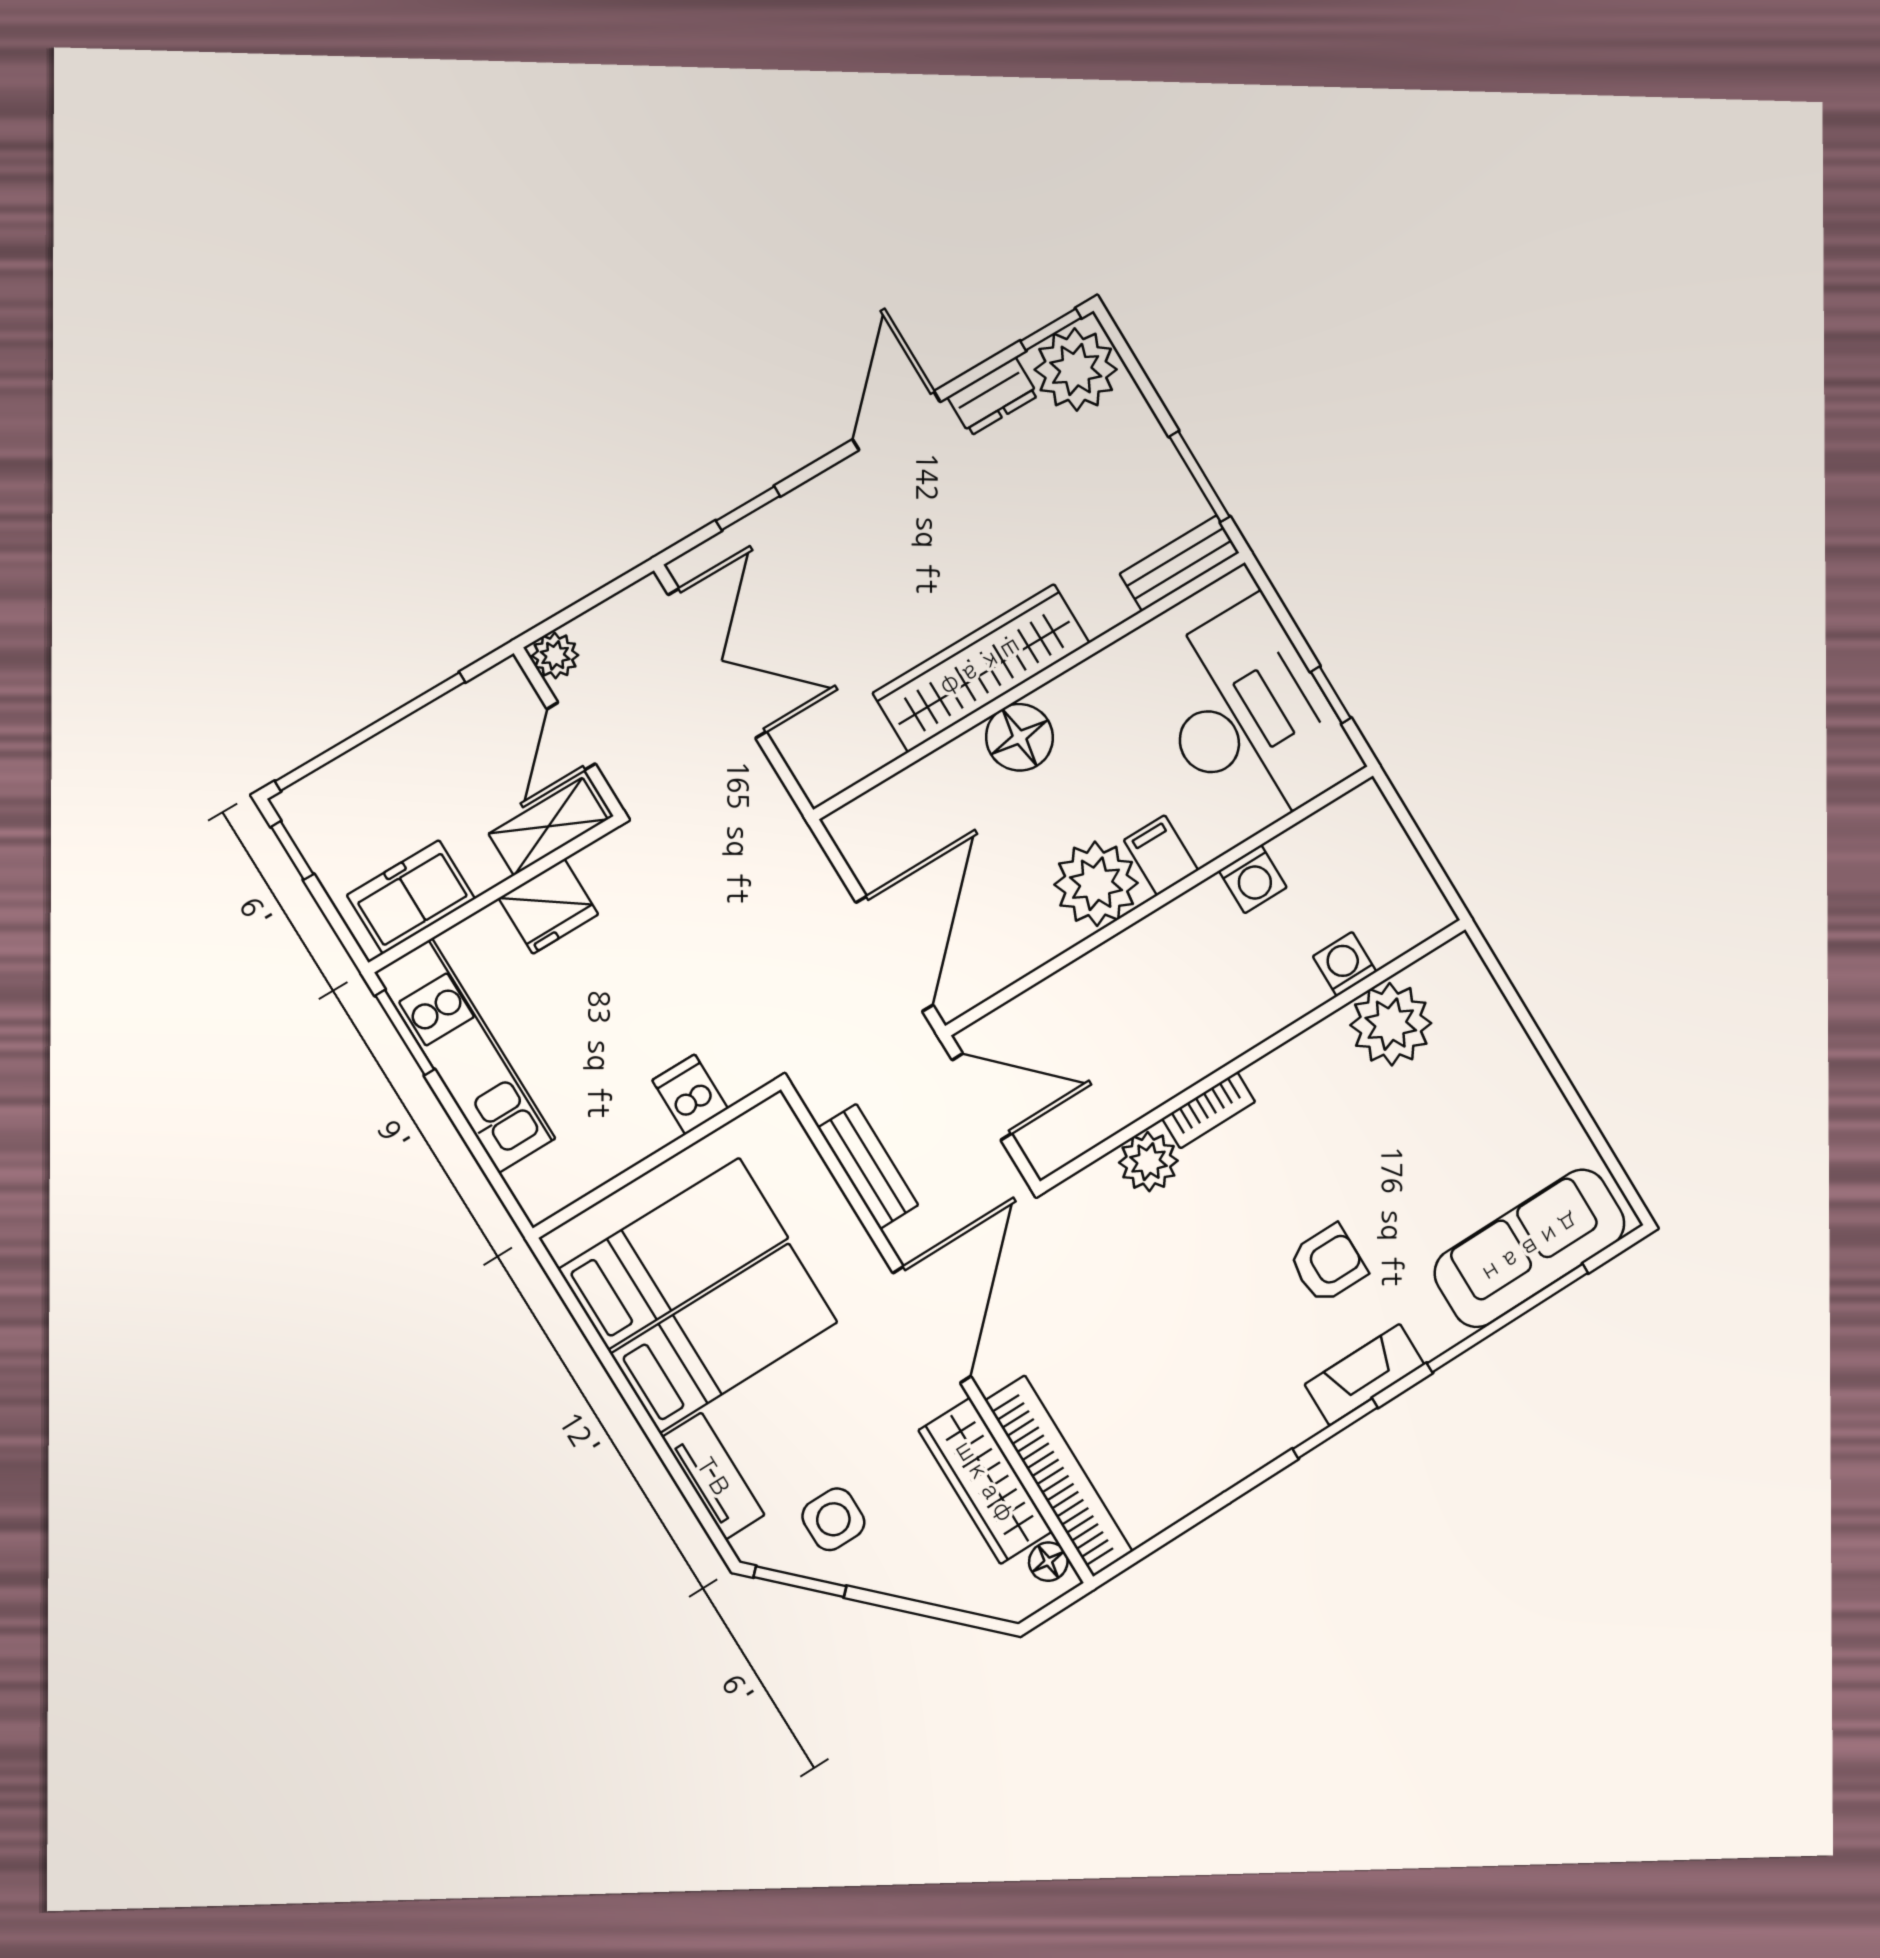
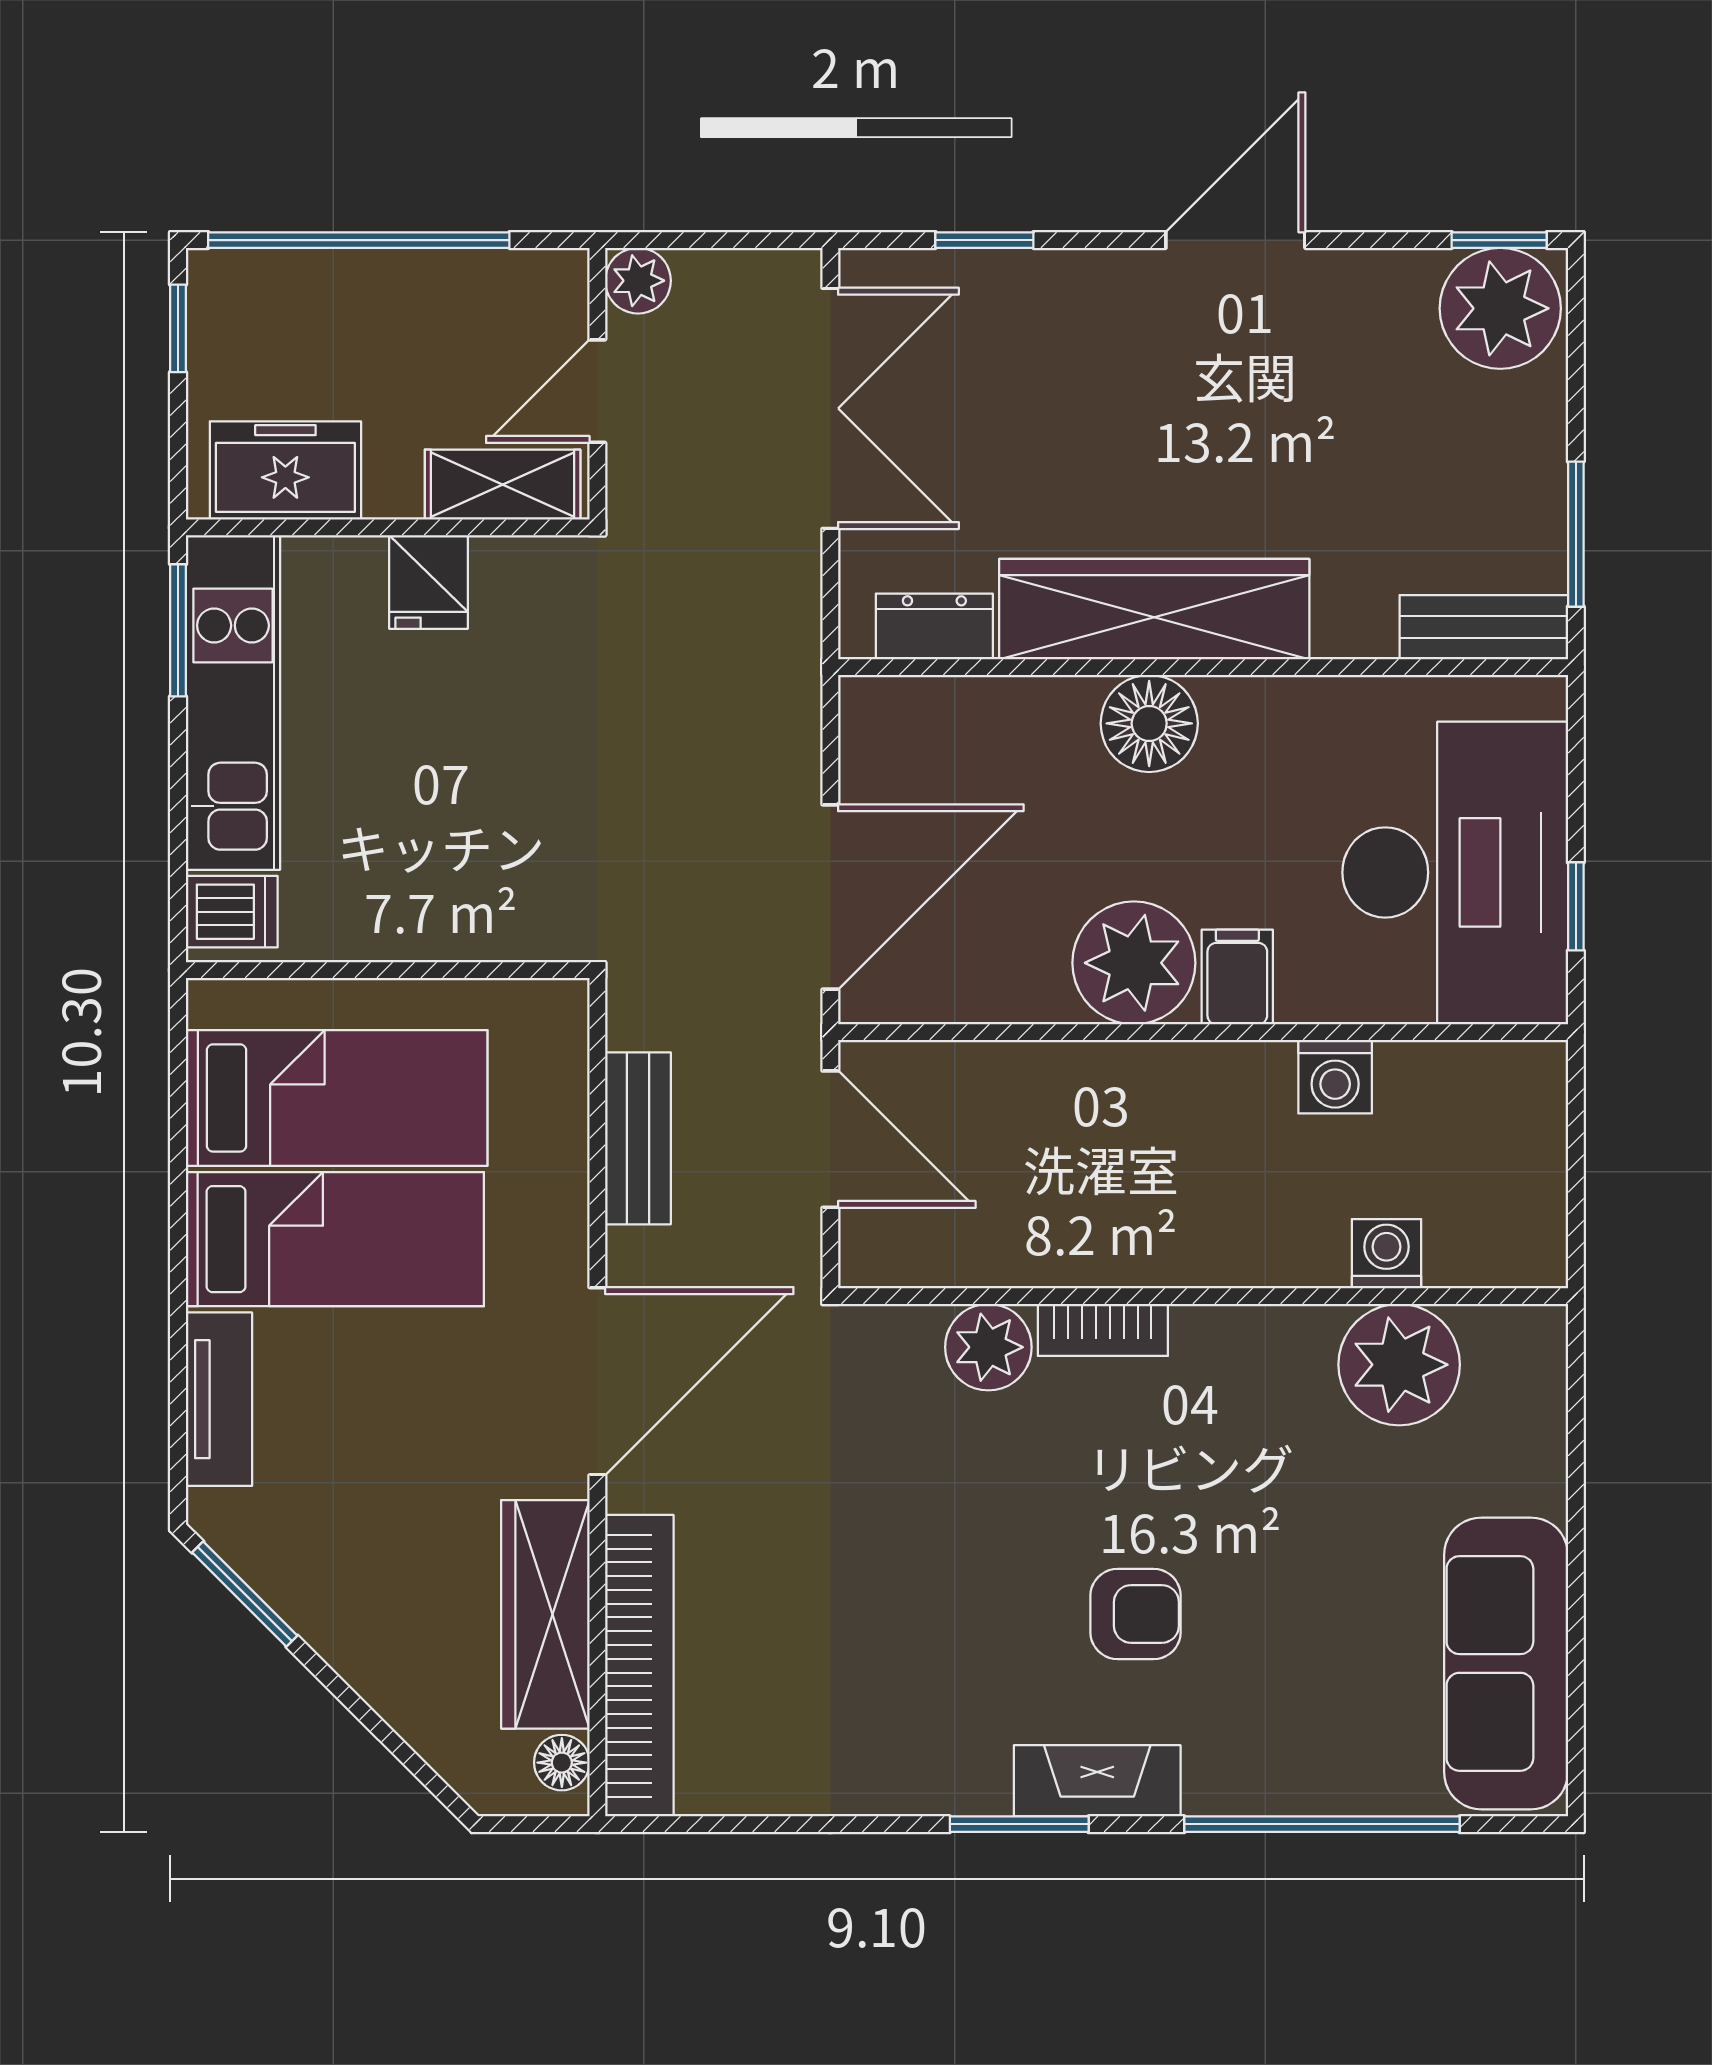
dresser: (993, 396) -> (934, 626), moved, turned 180
fridge: (548, 906) -> (428, 582), width x0.72
dishwasher: (690, 1094) -> (232, 912), moved, turned 90
sofa: (1530, 1248) -> (1506, 1663), moved, turned -90
side table: (833, 1519) -> (332, 1544), removed

